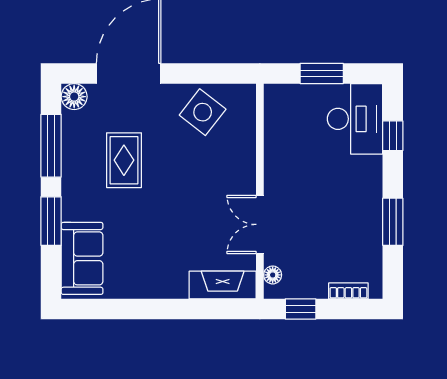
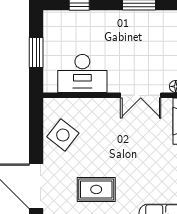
desk: (355, 119) -> (82, 73), moved, turned 180

